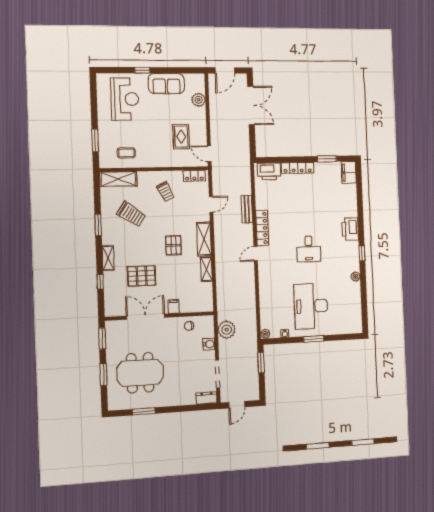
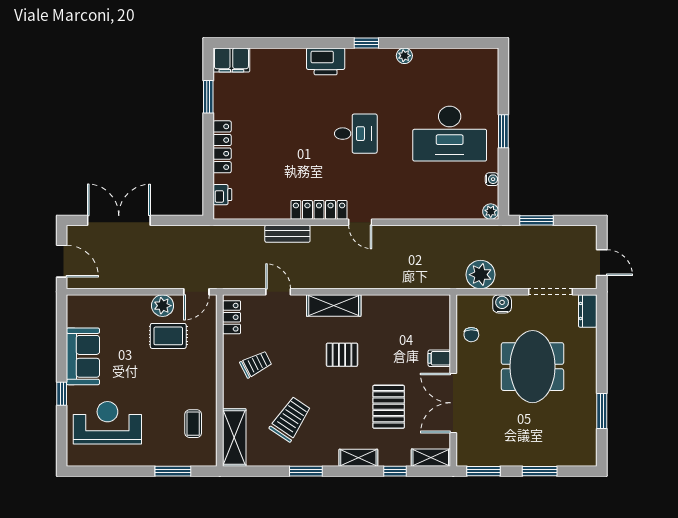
plant: (199, 100) -> (163, 306), moved
printer: (269, 171) -> (222, 195), width x0.53, depth x0.68
shelving: (206, 269) -> (431, 458), moved
meeting table: (140, 373) -> (533, 367), moved

